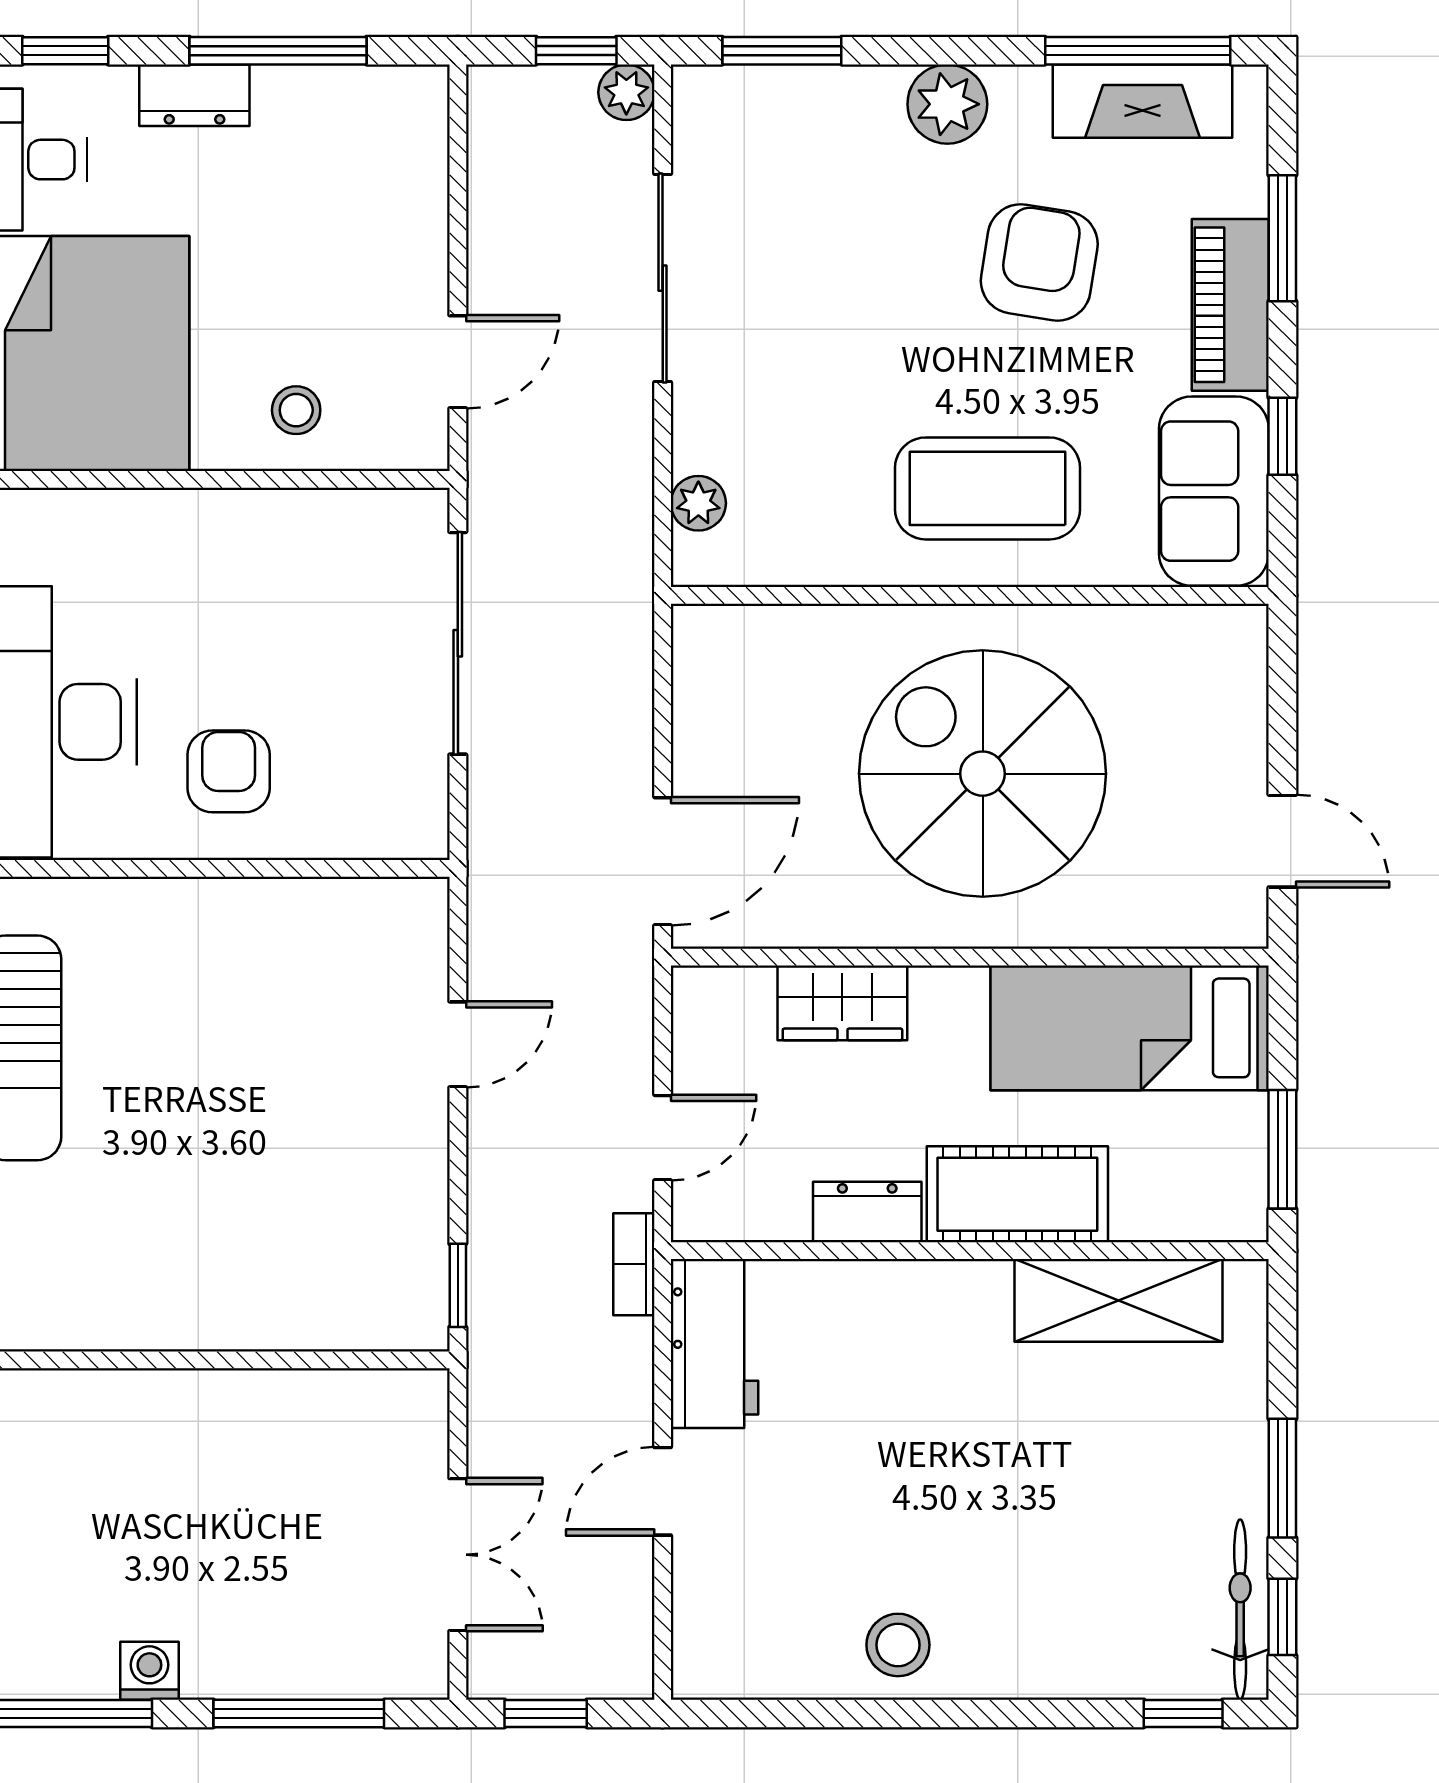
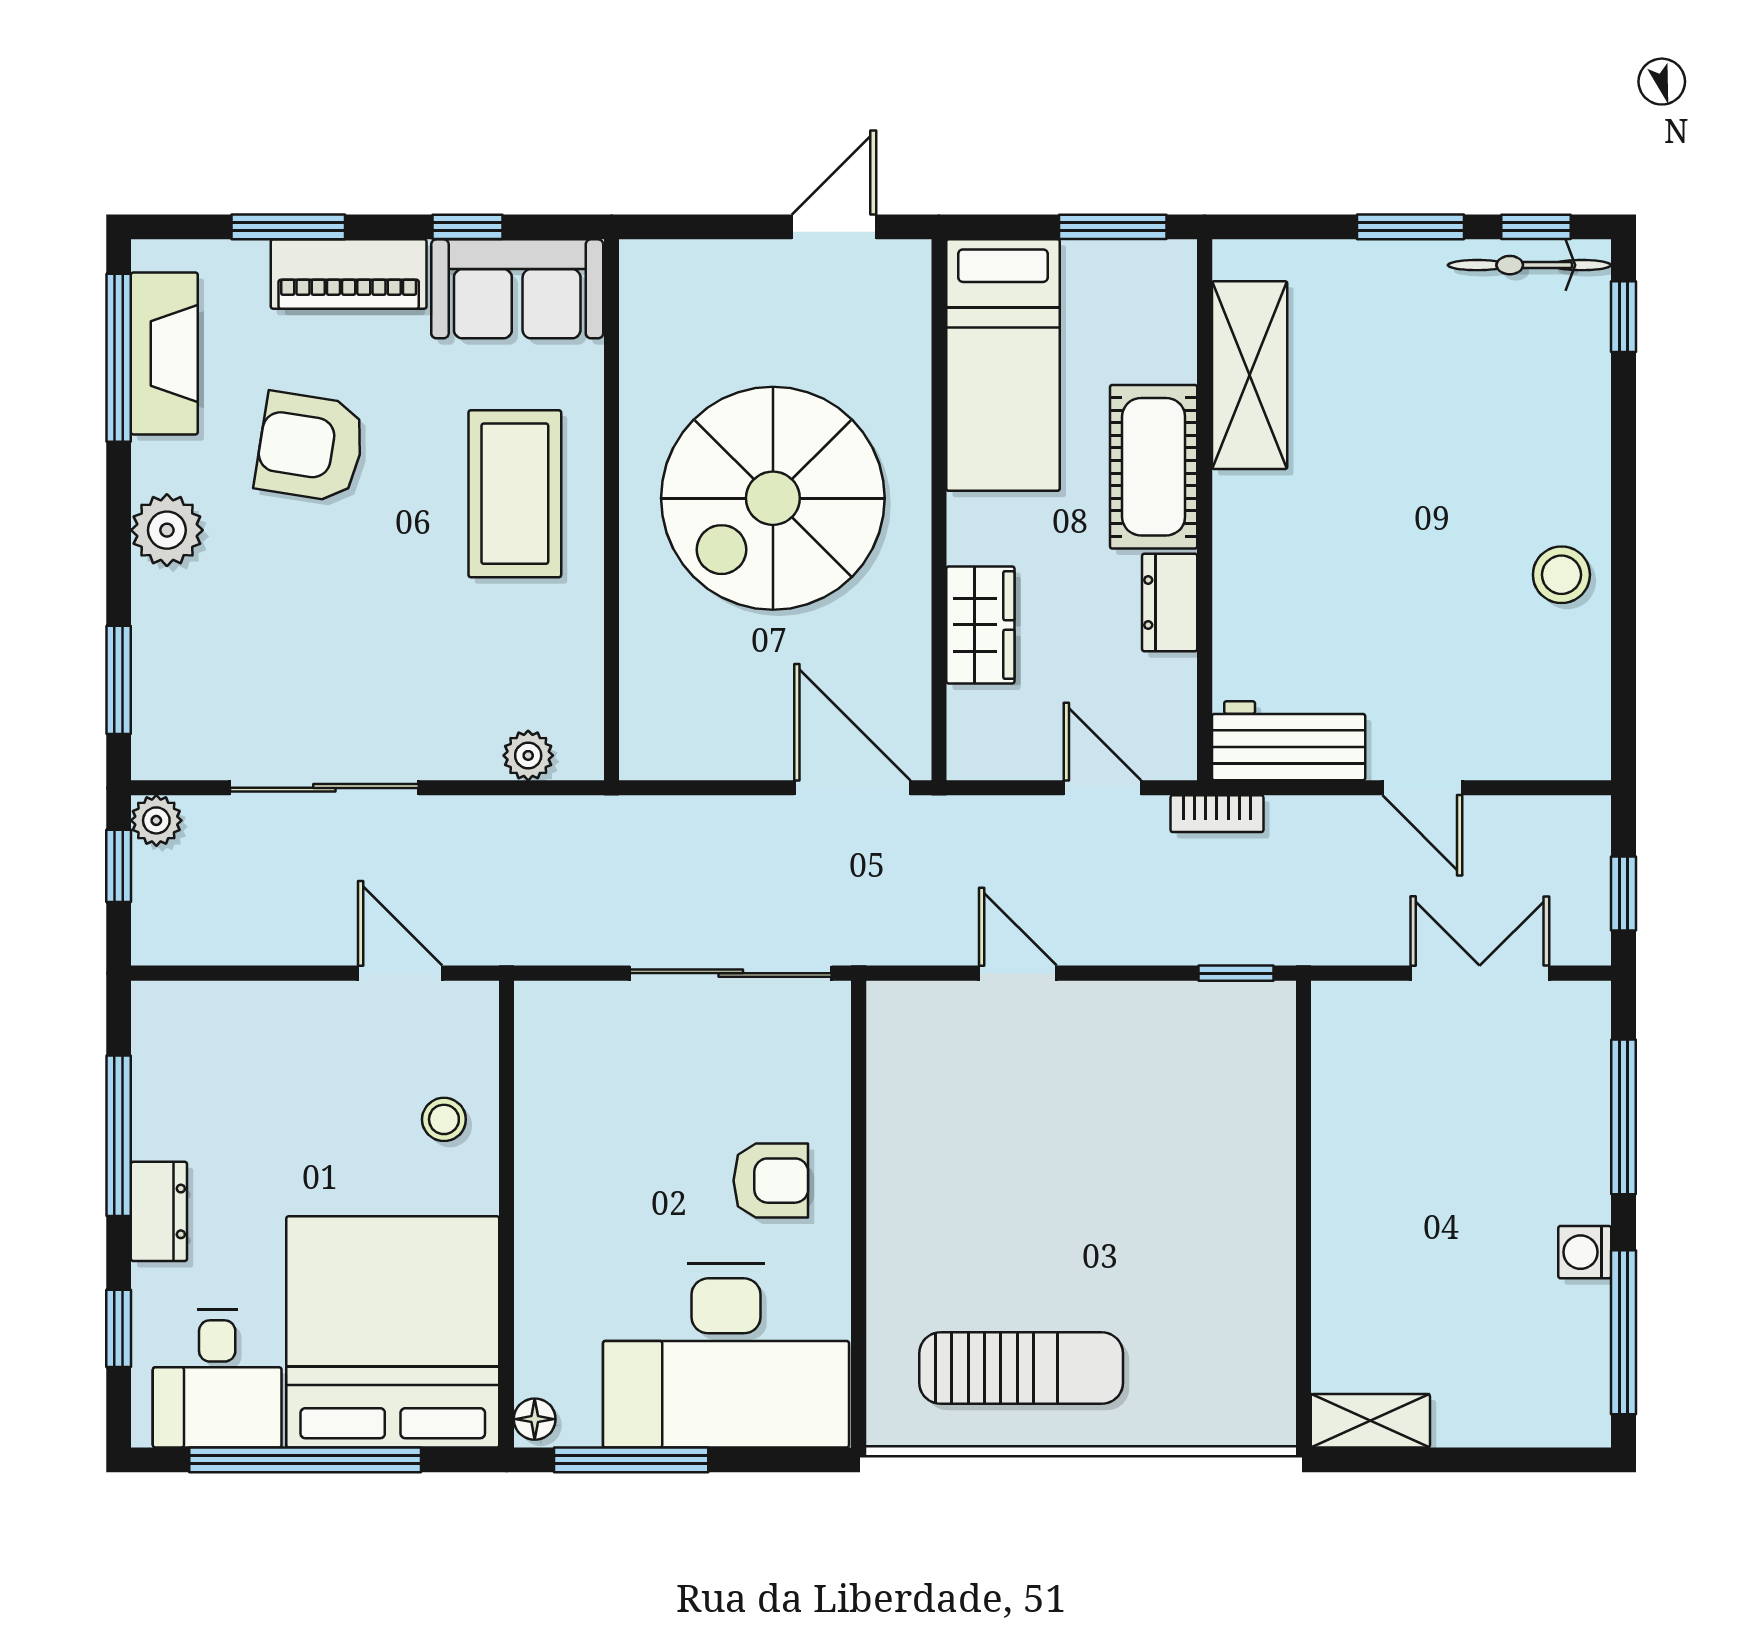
sliding door: (458, 643) -> (731, 973), moved
armchair: (229, 771) -> (771, 1181), turned 180

